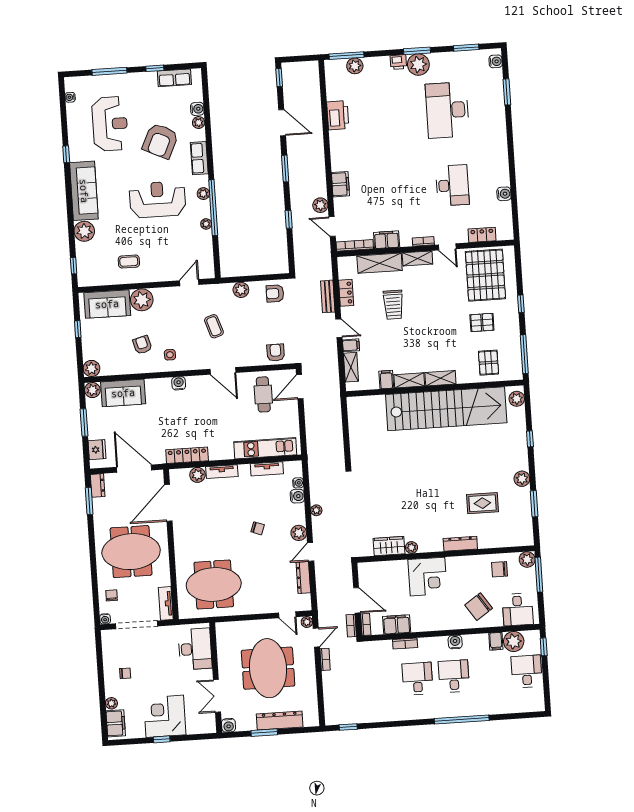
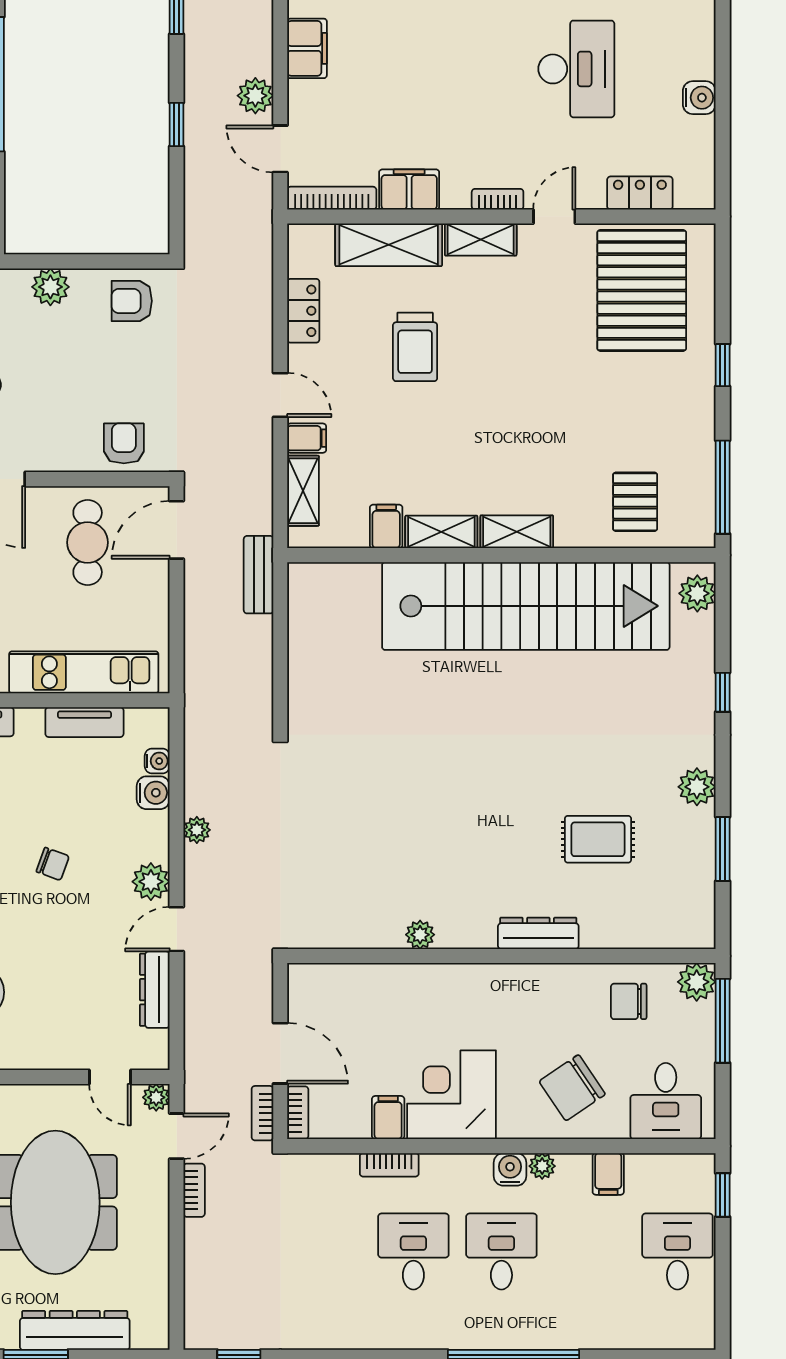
door: (447, 247) -> (554, 216), swing flipped
bench: (328, 296) -> (259, 575), moved
pallet: (482, 322) -> (626, 404), removed
wardrobe: (389, 546) -> (366, 928), removed
corner desk: (427, 577) -> (452, 1095), moved, turned 180
filing cabinet: (397, 624) -> (388, 1118), width x0.50
plant: (514, 641) -> (542, 1166), moved, width x0.53, depth x0.53

